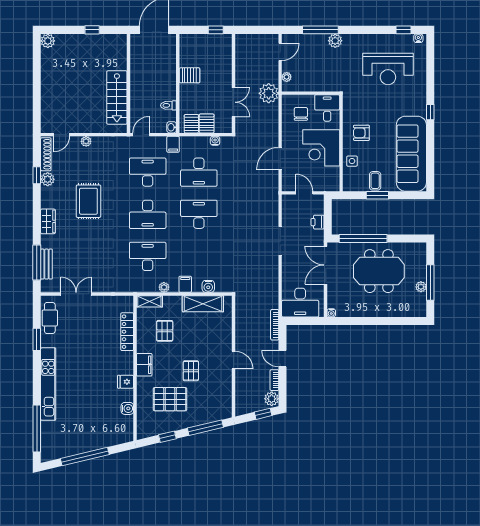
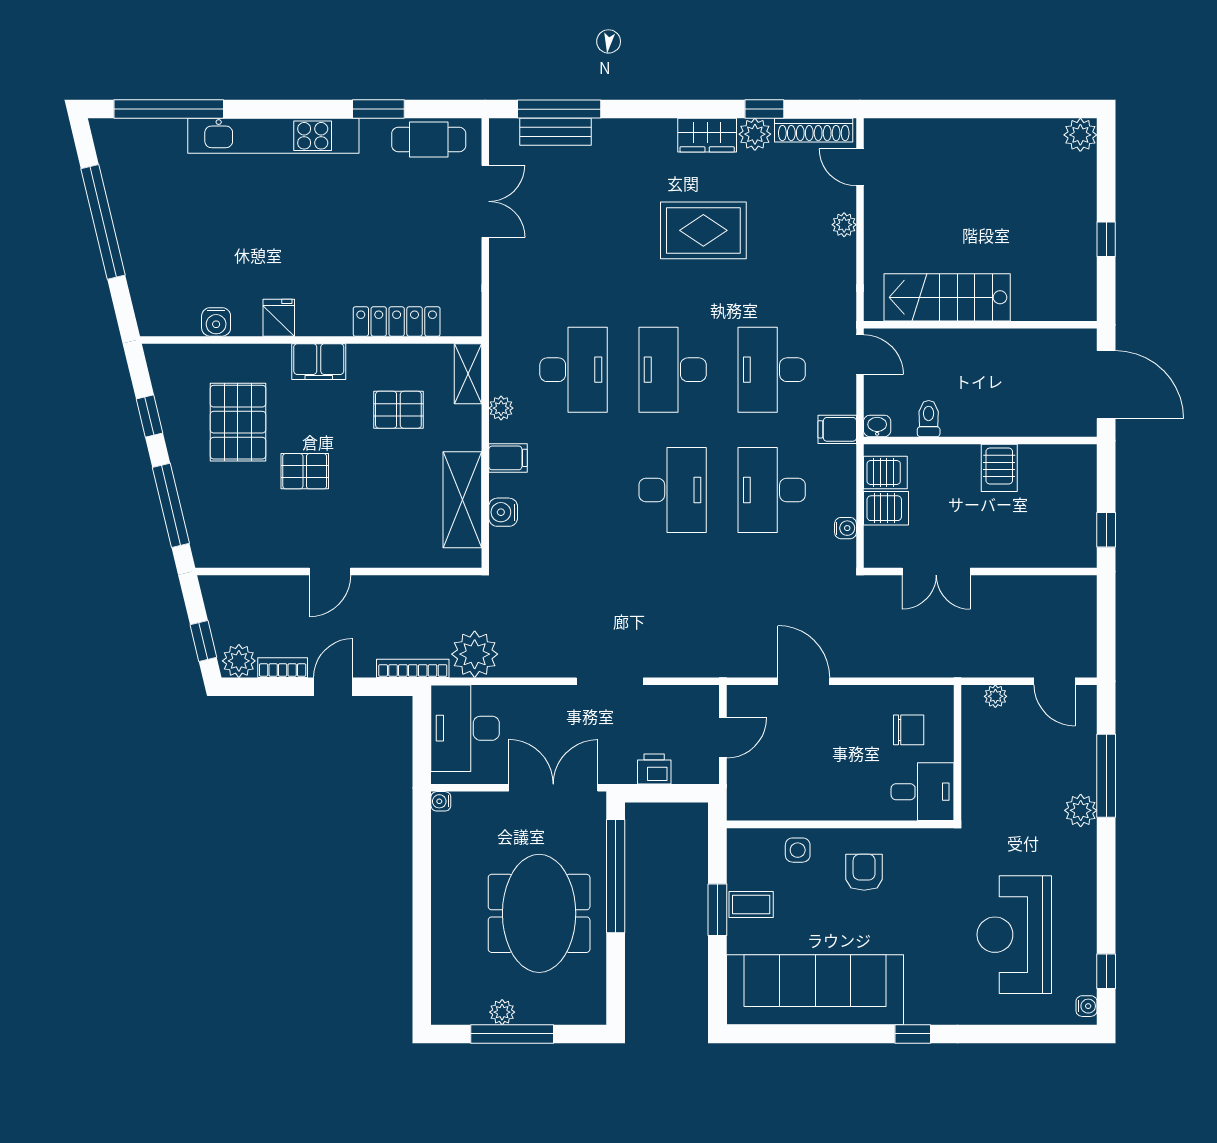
plant: (269, 93) -> (475, 654), moved
corner desk: (321, 148) -> (829, 778), removed
desk: (148, 172) -> (772, 370), turned 180
wardrobe: (48, 221) -> (707, 135), moved

